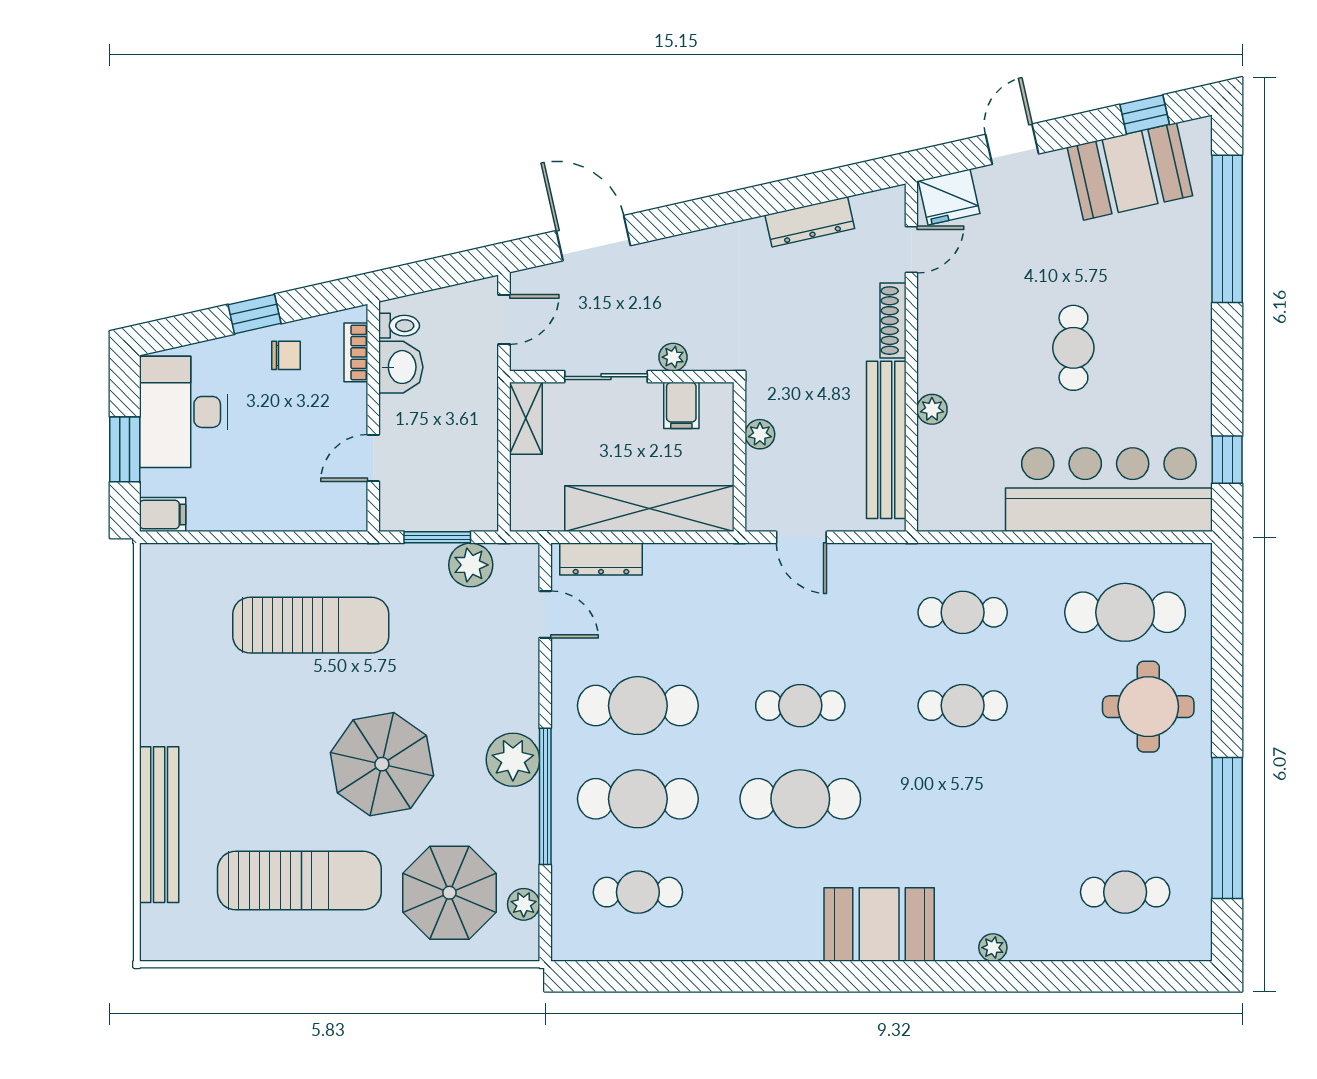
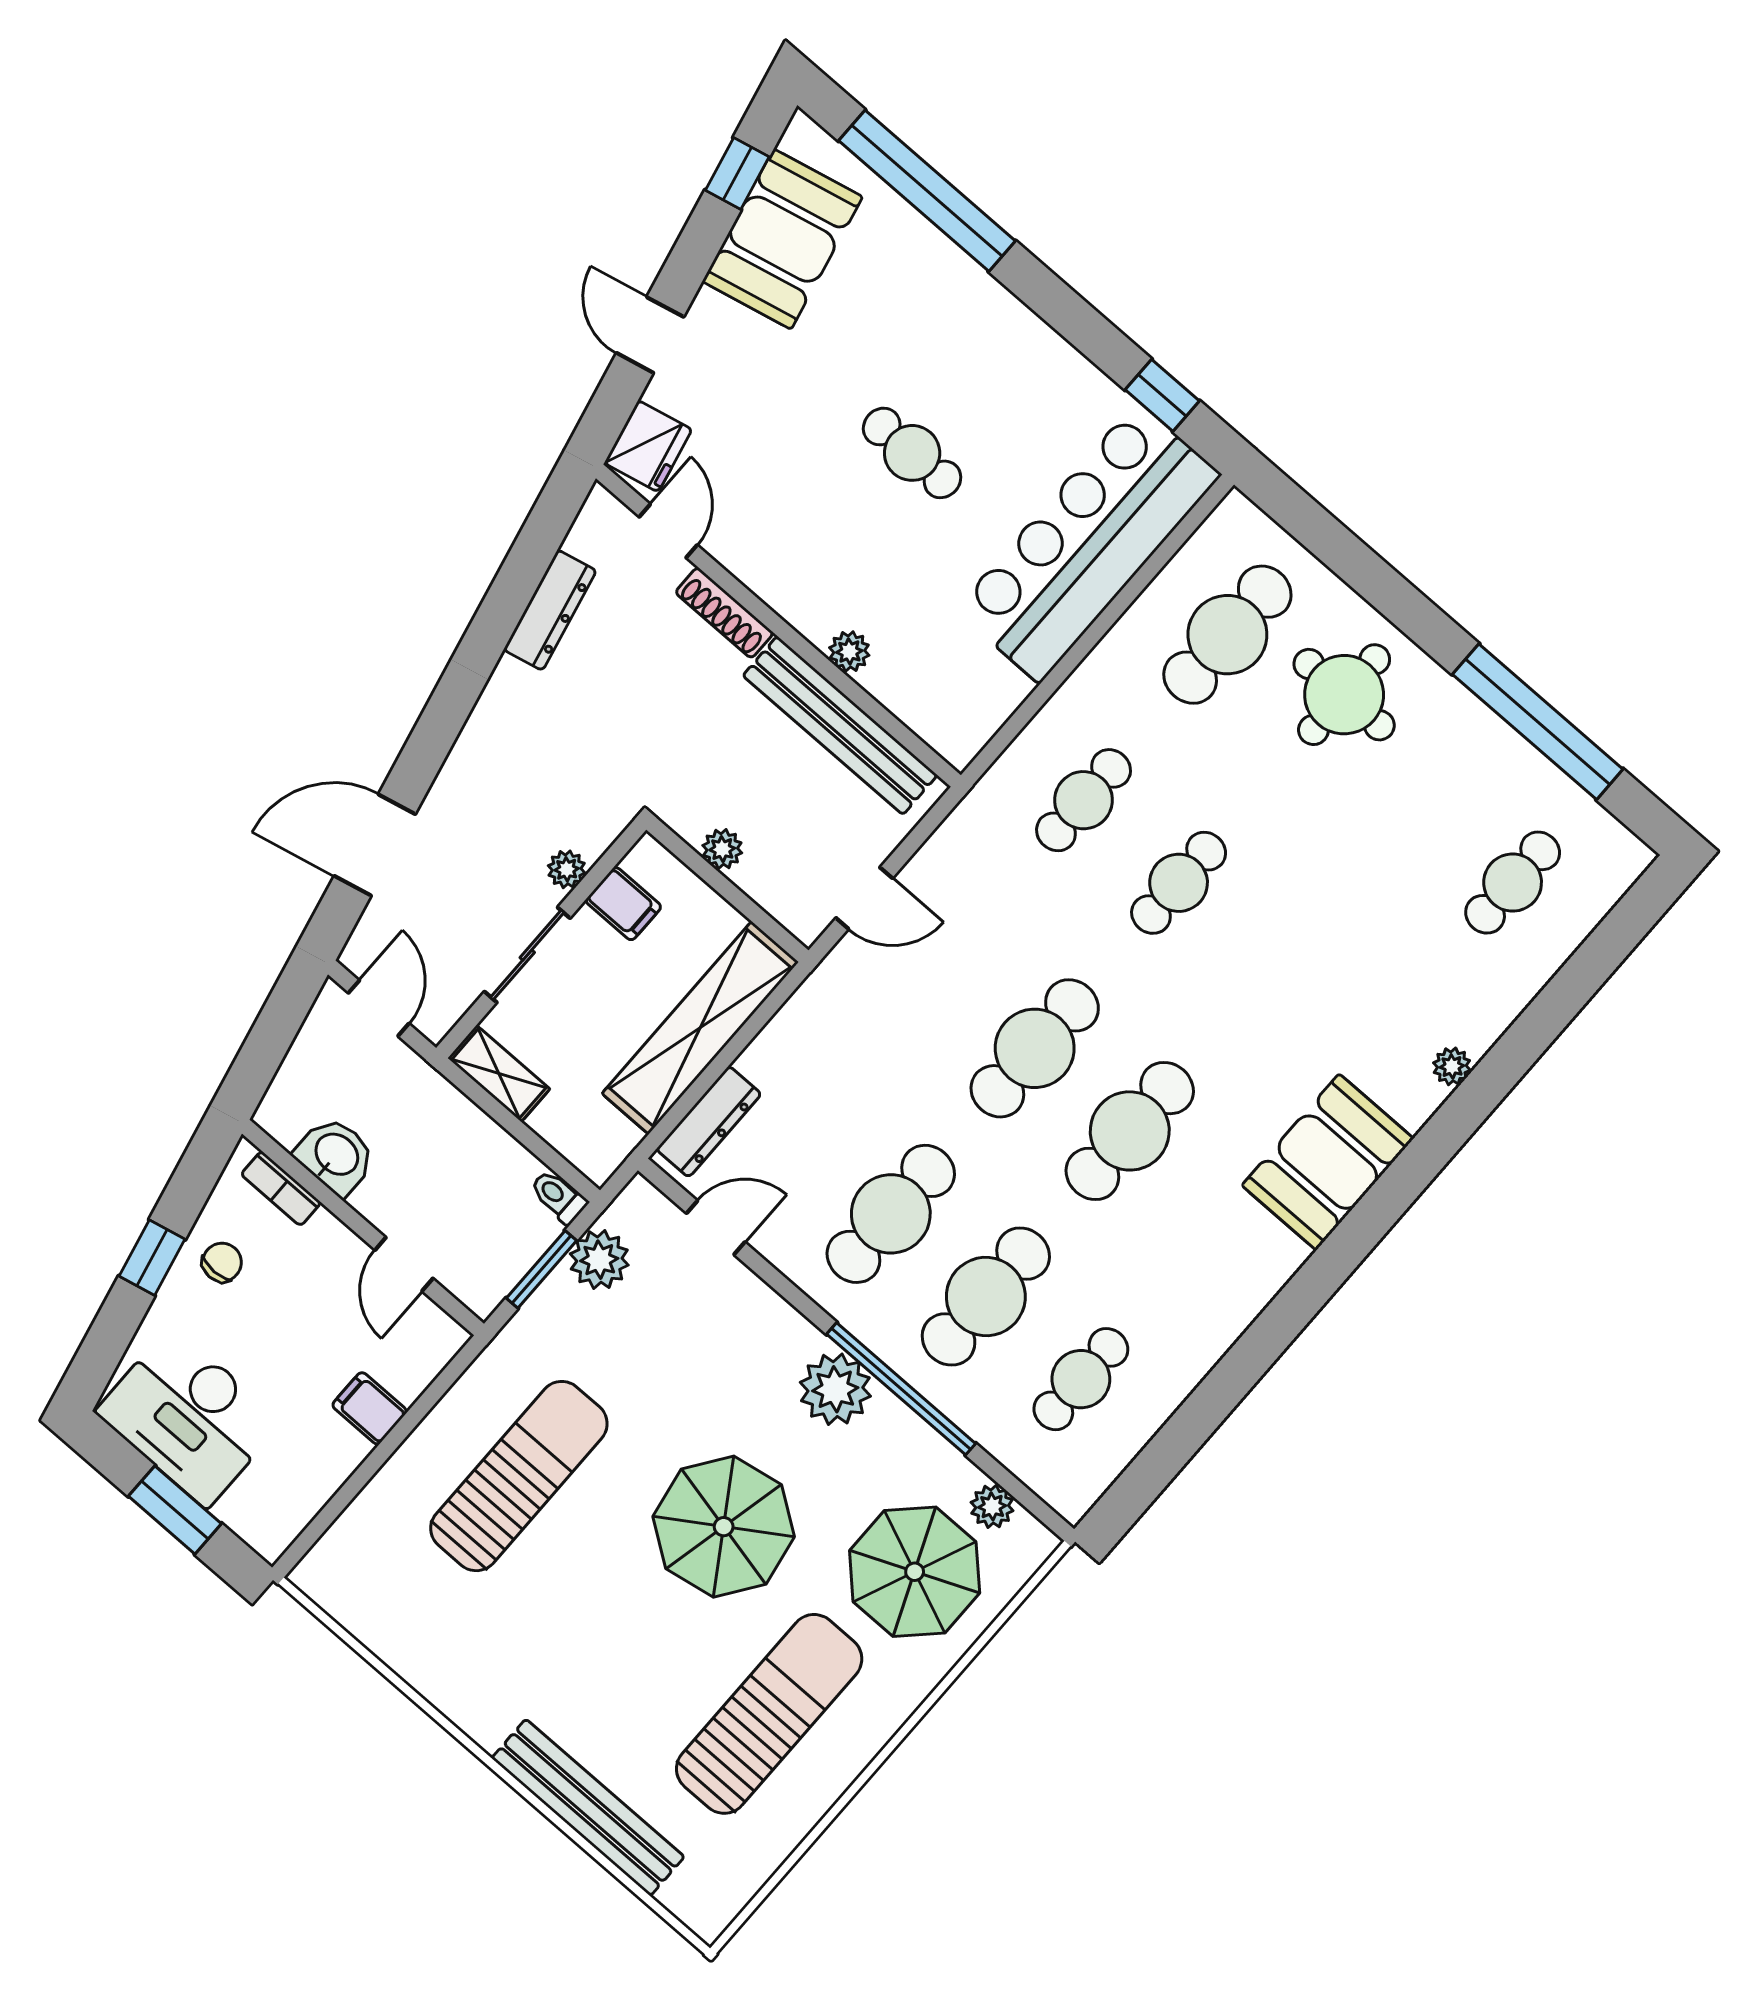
toilet: (399, 326) -> (558, 1197), moved, turned -90
filing cabinet: (163, 515) -> (370, 1408), moved, turned -90
cafe table: (800, 706) -> (1035, 1048), width x1.37, depth x1.35

